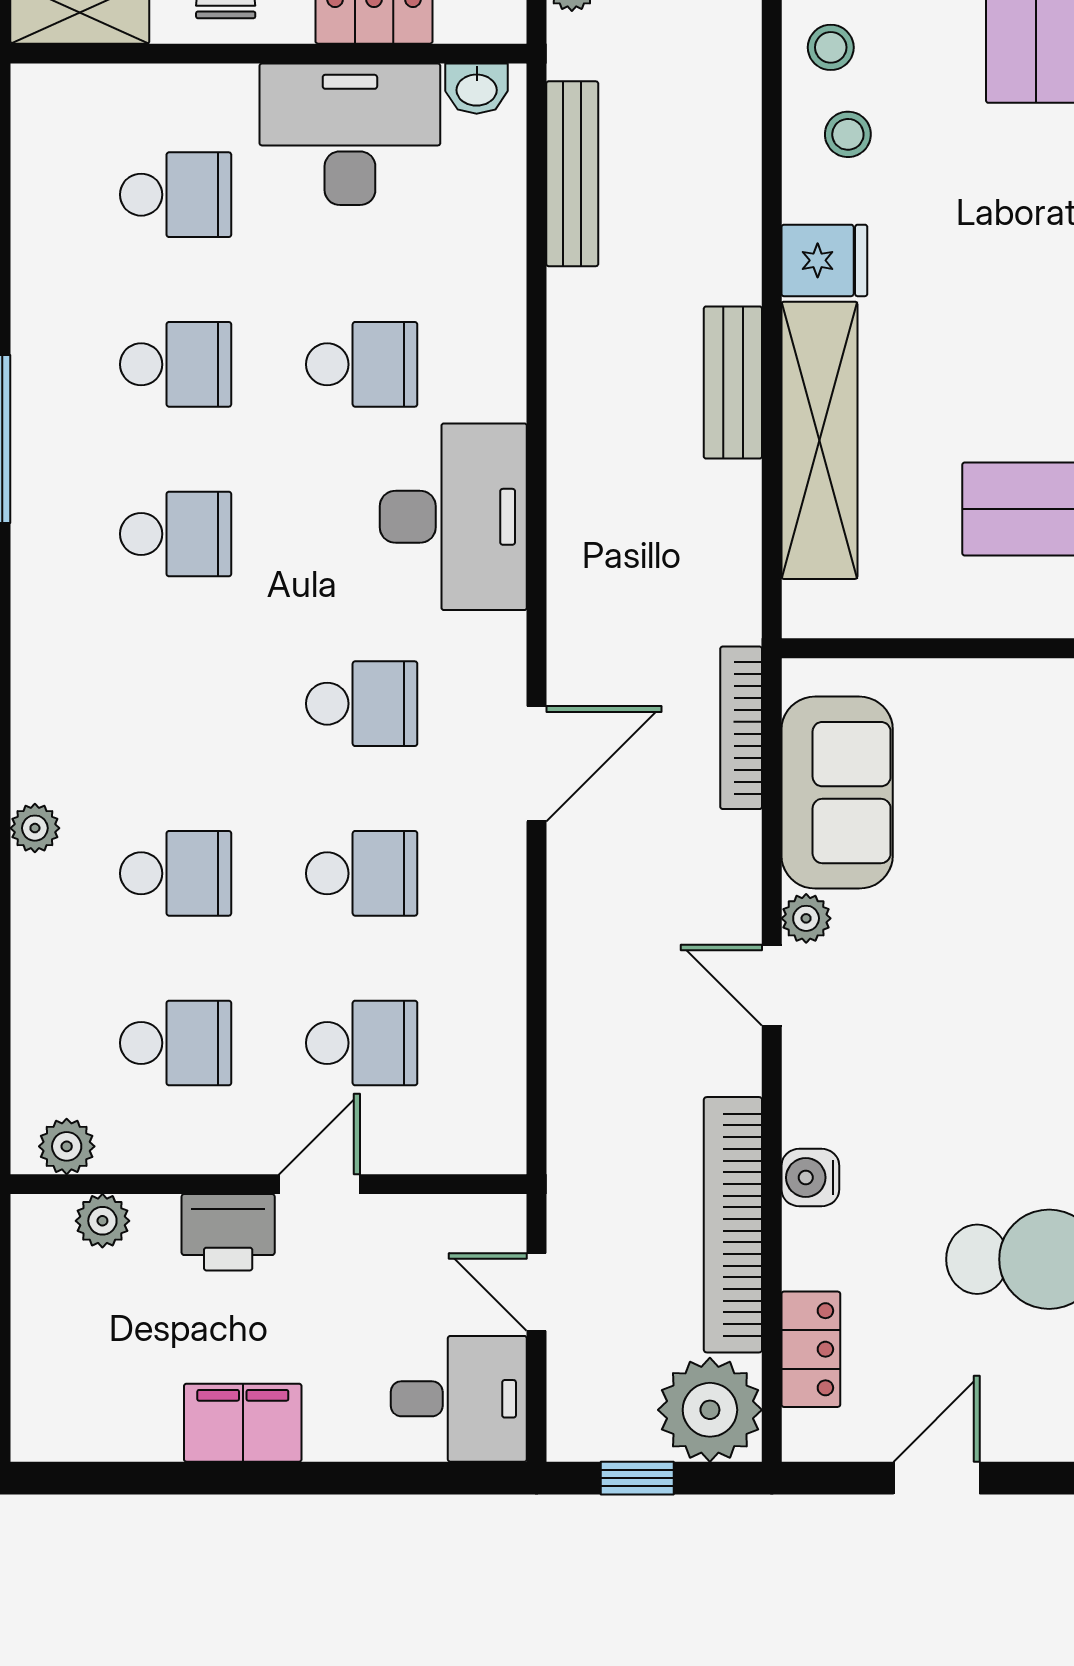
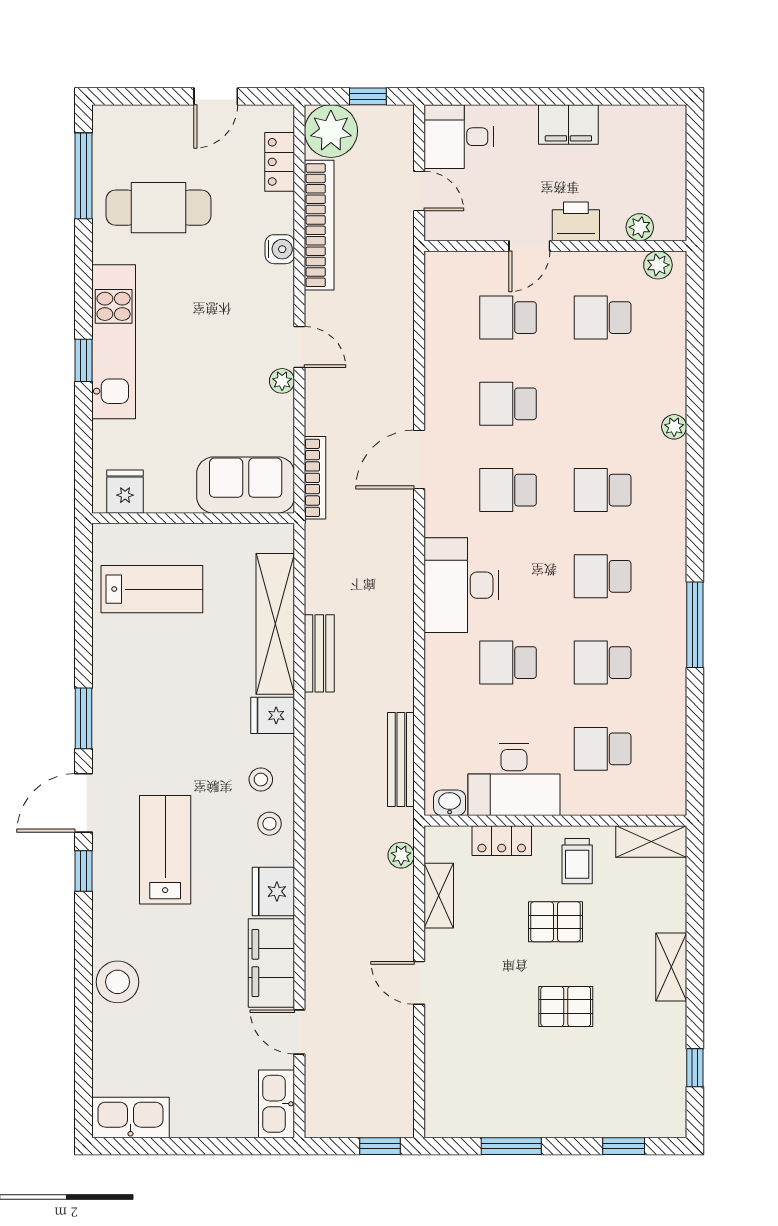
sofa: (837, 793) -> (246, 485), moved, turned 90
school desk: (176, 873) -> (603, 490), moved

